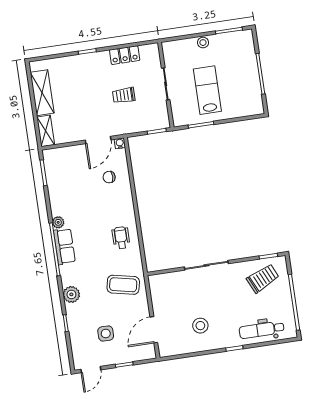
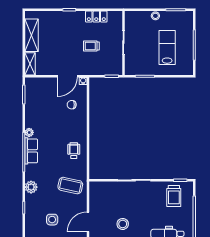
lab bench: (207, 90) -> (167, 48), moved
trolley: (263, 278) -> (174, 196), turned 115

